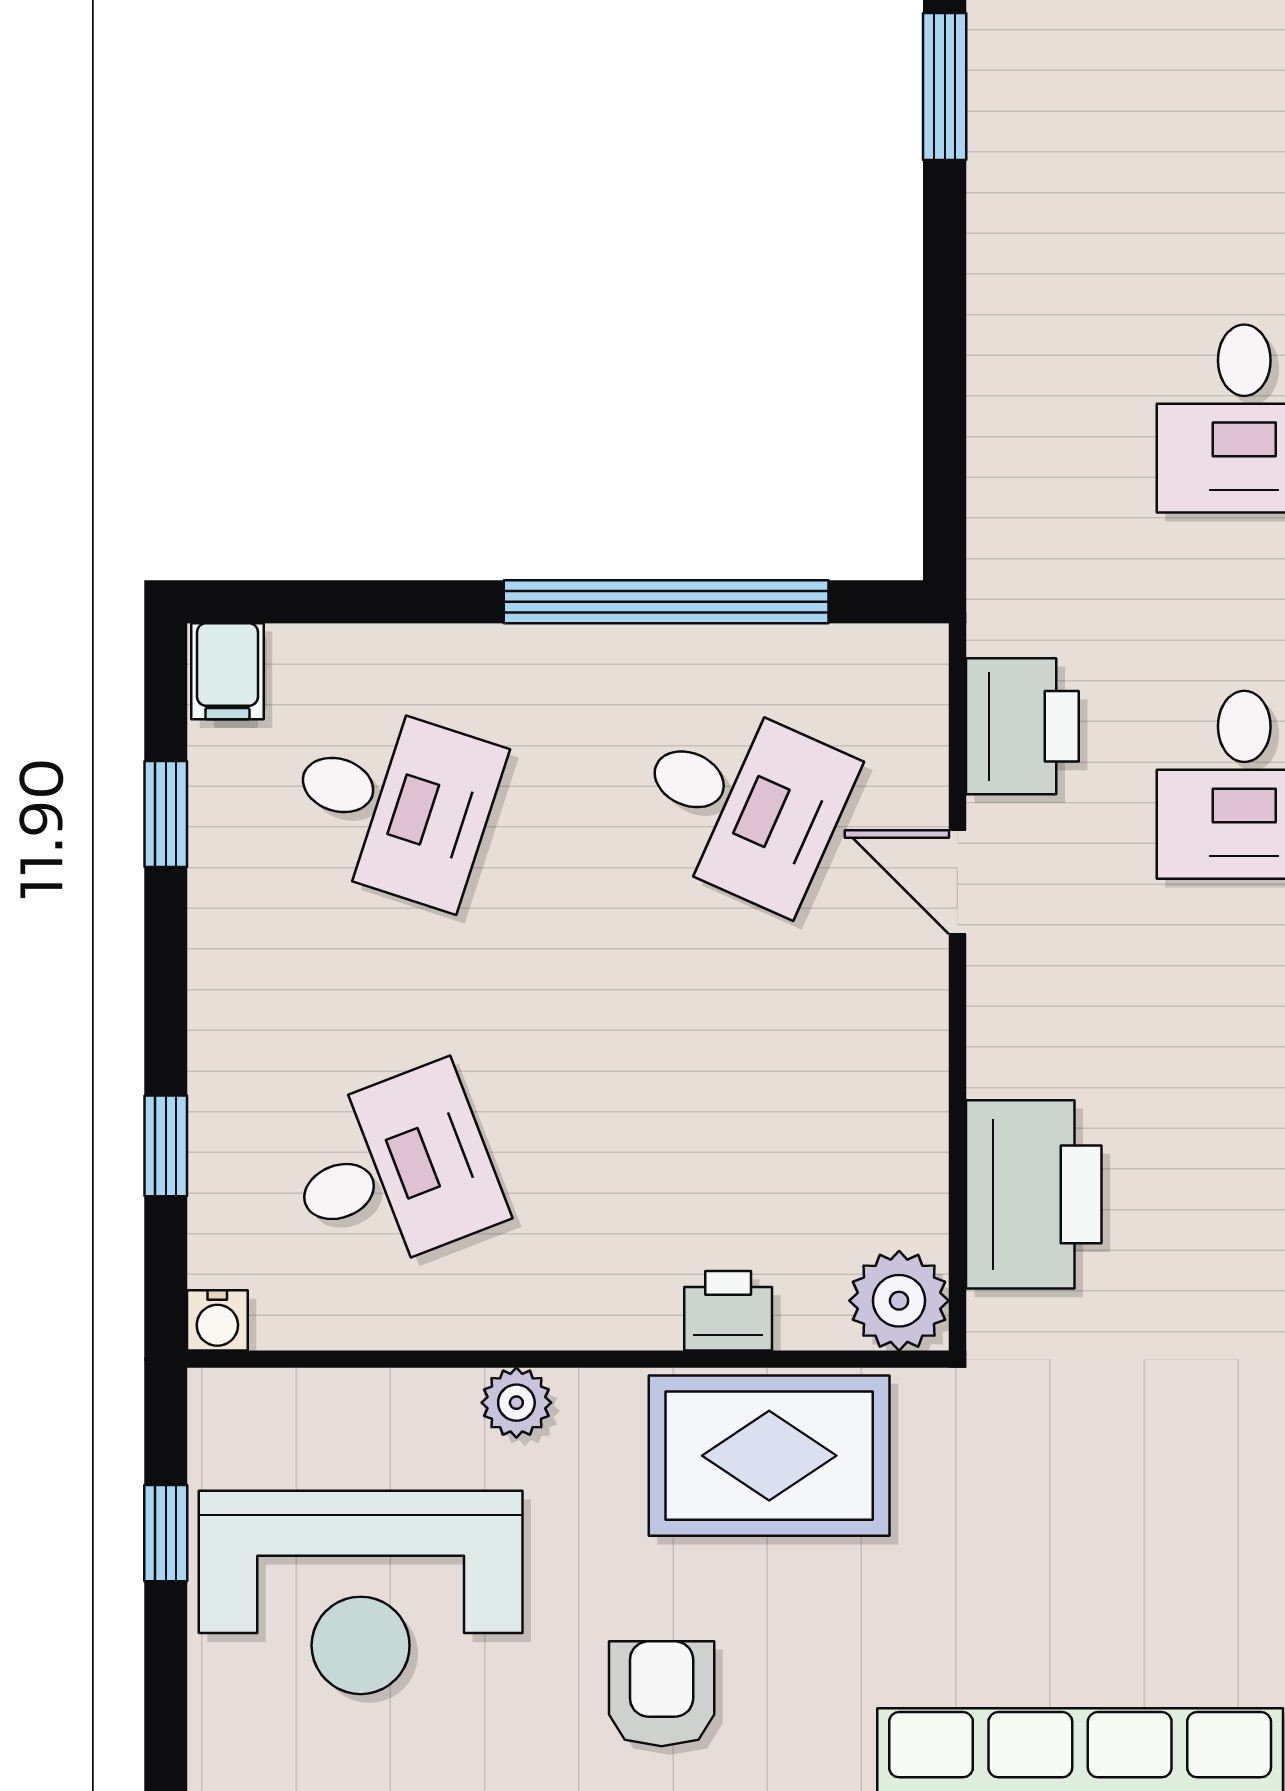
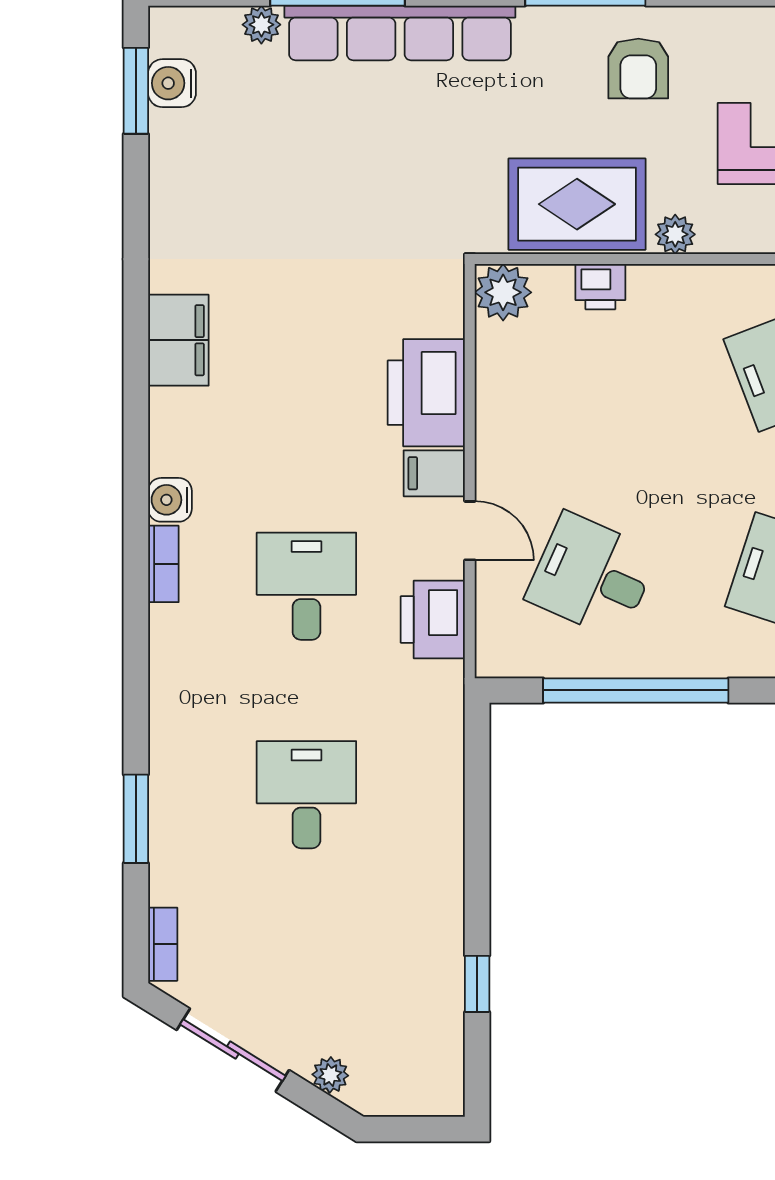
window: (945, 87) -> (477, 984), width x0.67
filing cabinet: (1020, 983) -> (434, 473), added
printer: (1034, 1194) -> (426, 393), moved
plant: (516, 1403) -> (675, 234), moved

